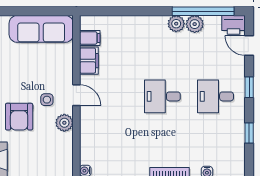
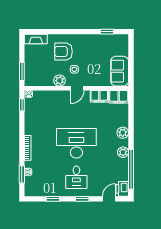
plant: (195, 24) -> (123, 133), moved
sofa: (41, 29) -> (120, 71), width x0.73
filing cabinet: (90, 38) -> (119, 97), width x2.00
desk: (162, 96) -> (76, 143), width x1.87, depth x1.30
desk: (215, 96) -> (76, 177), turned 180

